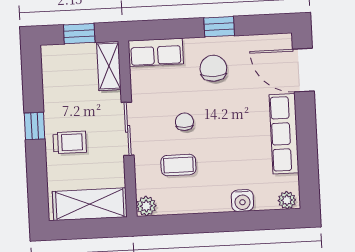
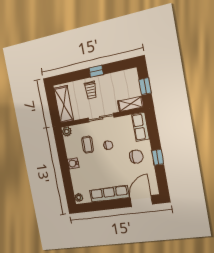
water cooler: (242, 201) -> (73, 163), moved

